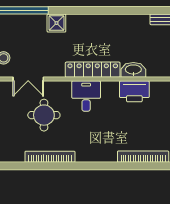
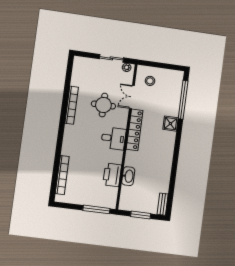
locker: (93, 70) -> (135, 130), moved

